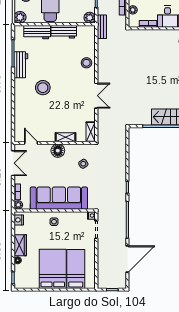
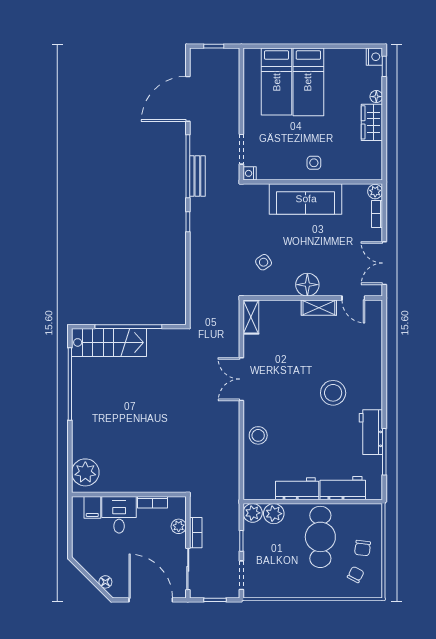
plant: (20, 17) -> (274, 514), moved
bench: (102, 27) -> (197, 176), moved
shelving: (66, 137) -> (319, 308), moved
sofa: (59, 198) -> (306, 199), width x0.74, depth x0.79
nightstand: (19, 220) -> (374, 57), moved
bed: (53, 269) -> (308, 82), width x0.67

